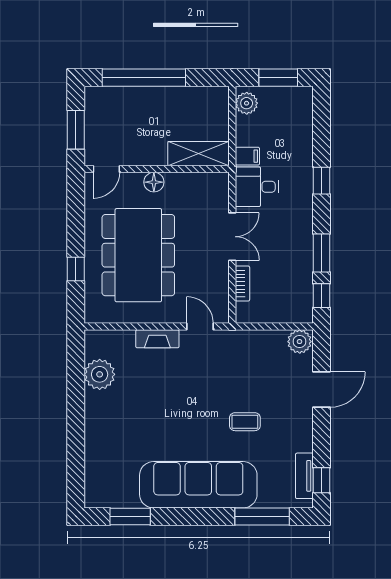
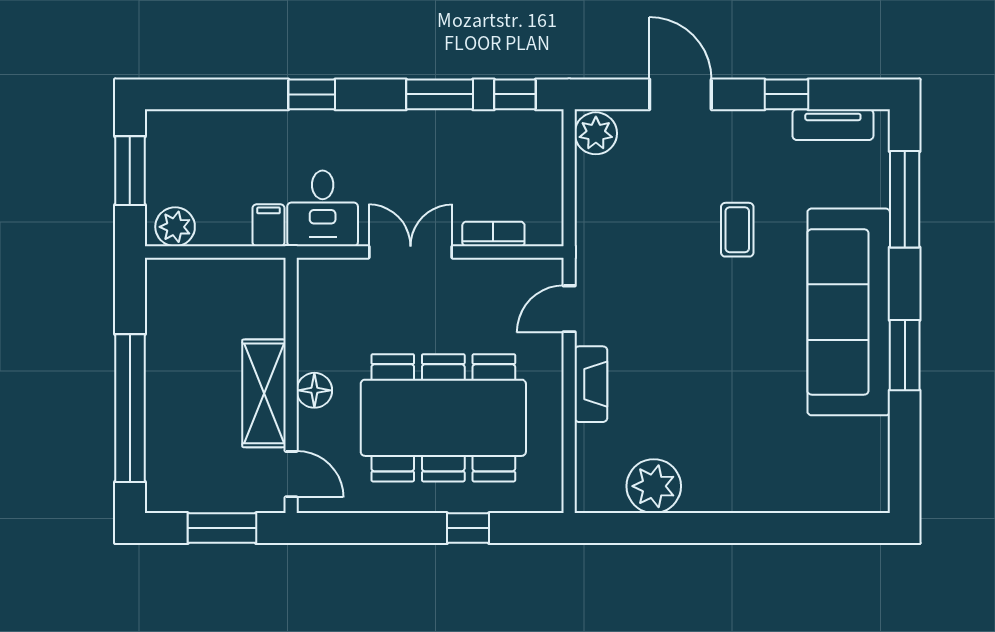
shelving: (199, 154) -> (264, 393), moved
window: (322, 480) -> (786, 94), moved
window: (130, 516) -> (905, 355), moved

